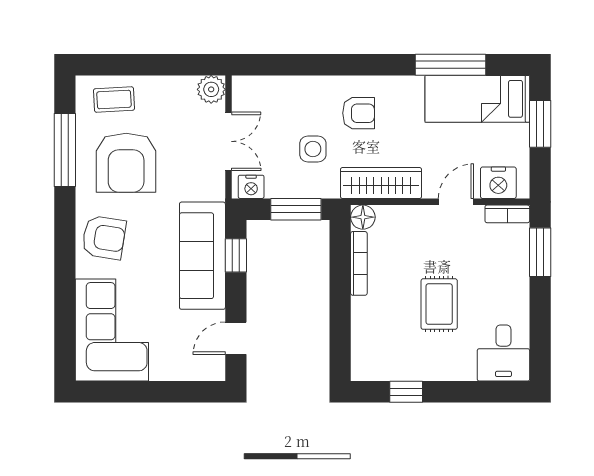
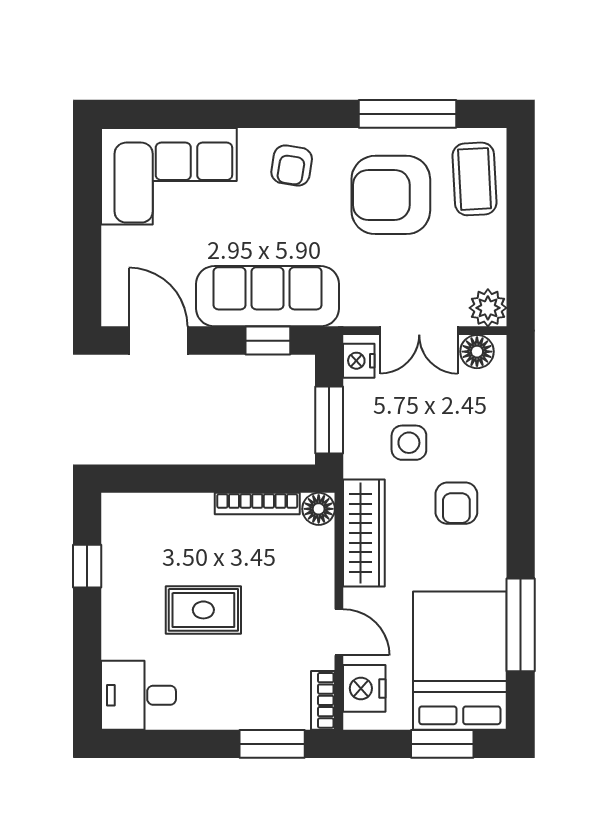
floor lamp: (244, 98) -> (477, 352), added
coffee table: (114, 99) -> (475, 179), width x1.36, depth x1.30
bed: (477, 99) -> (460, 661), width x1.50
armchair: (104, 238) -> (292, 166), width x0.72, depth x0.72
door: (236, 338) -> (158, 341), width x1.38

